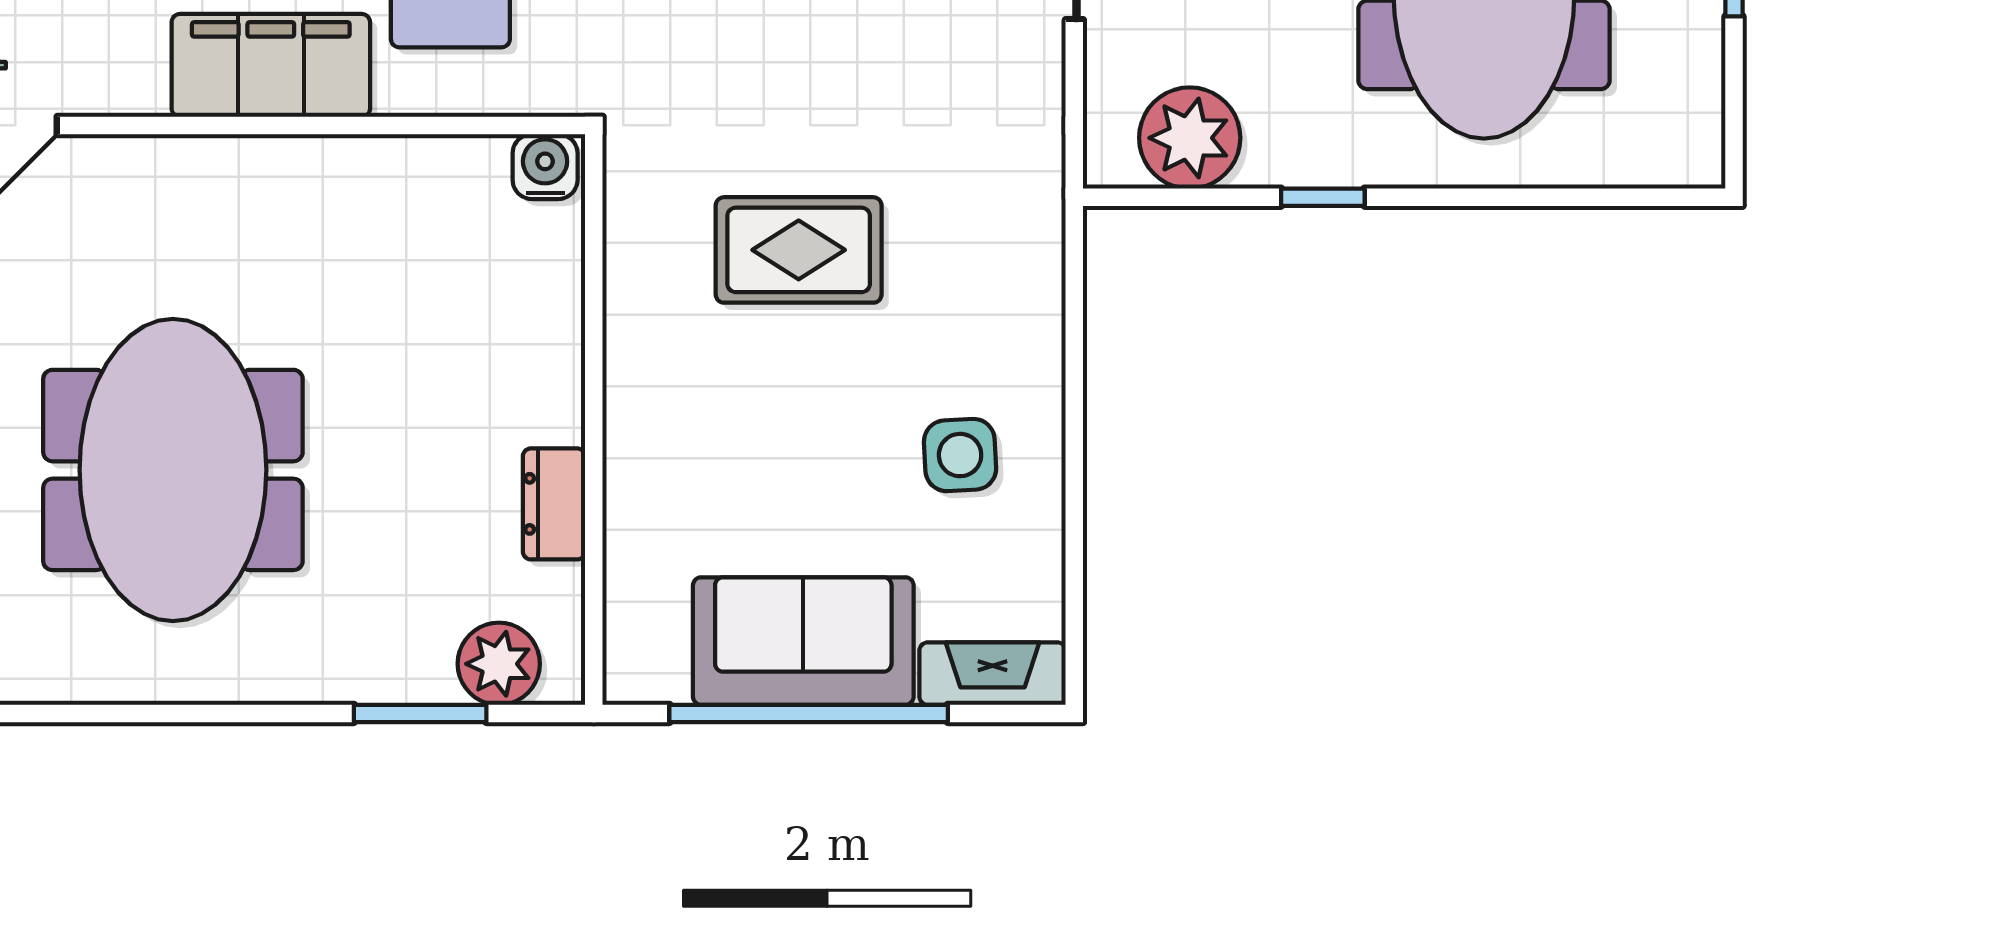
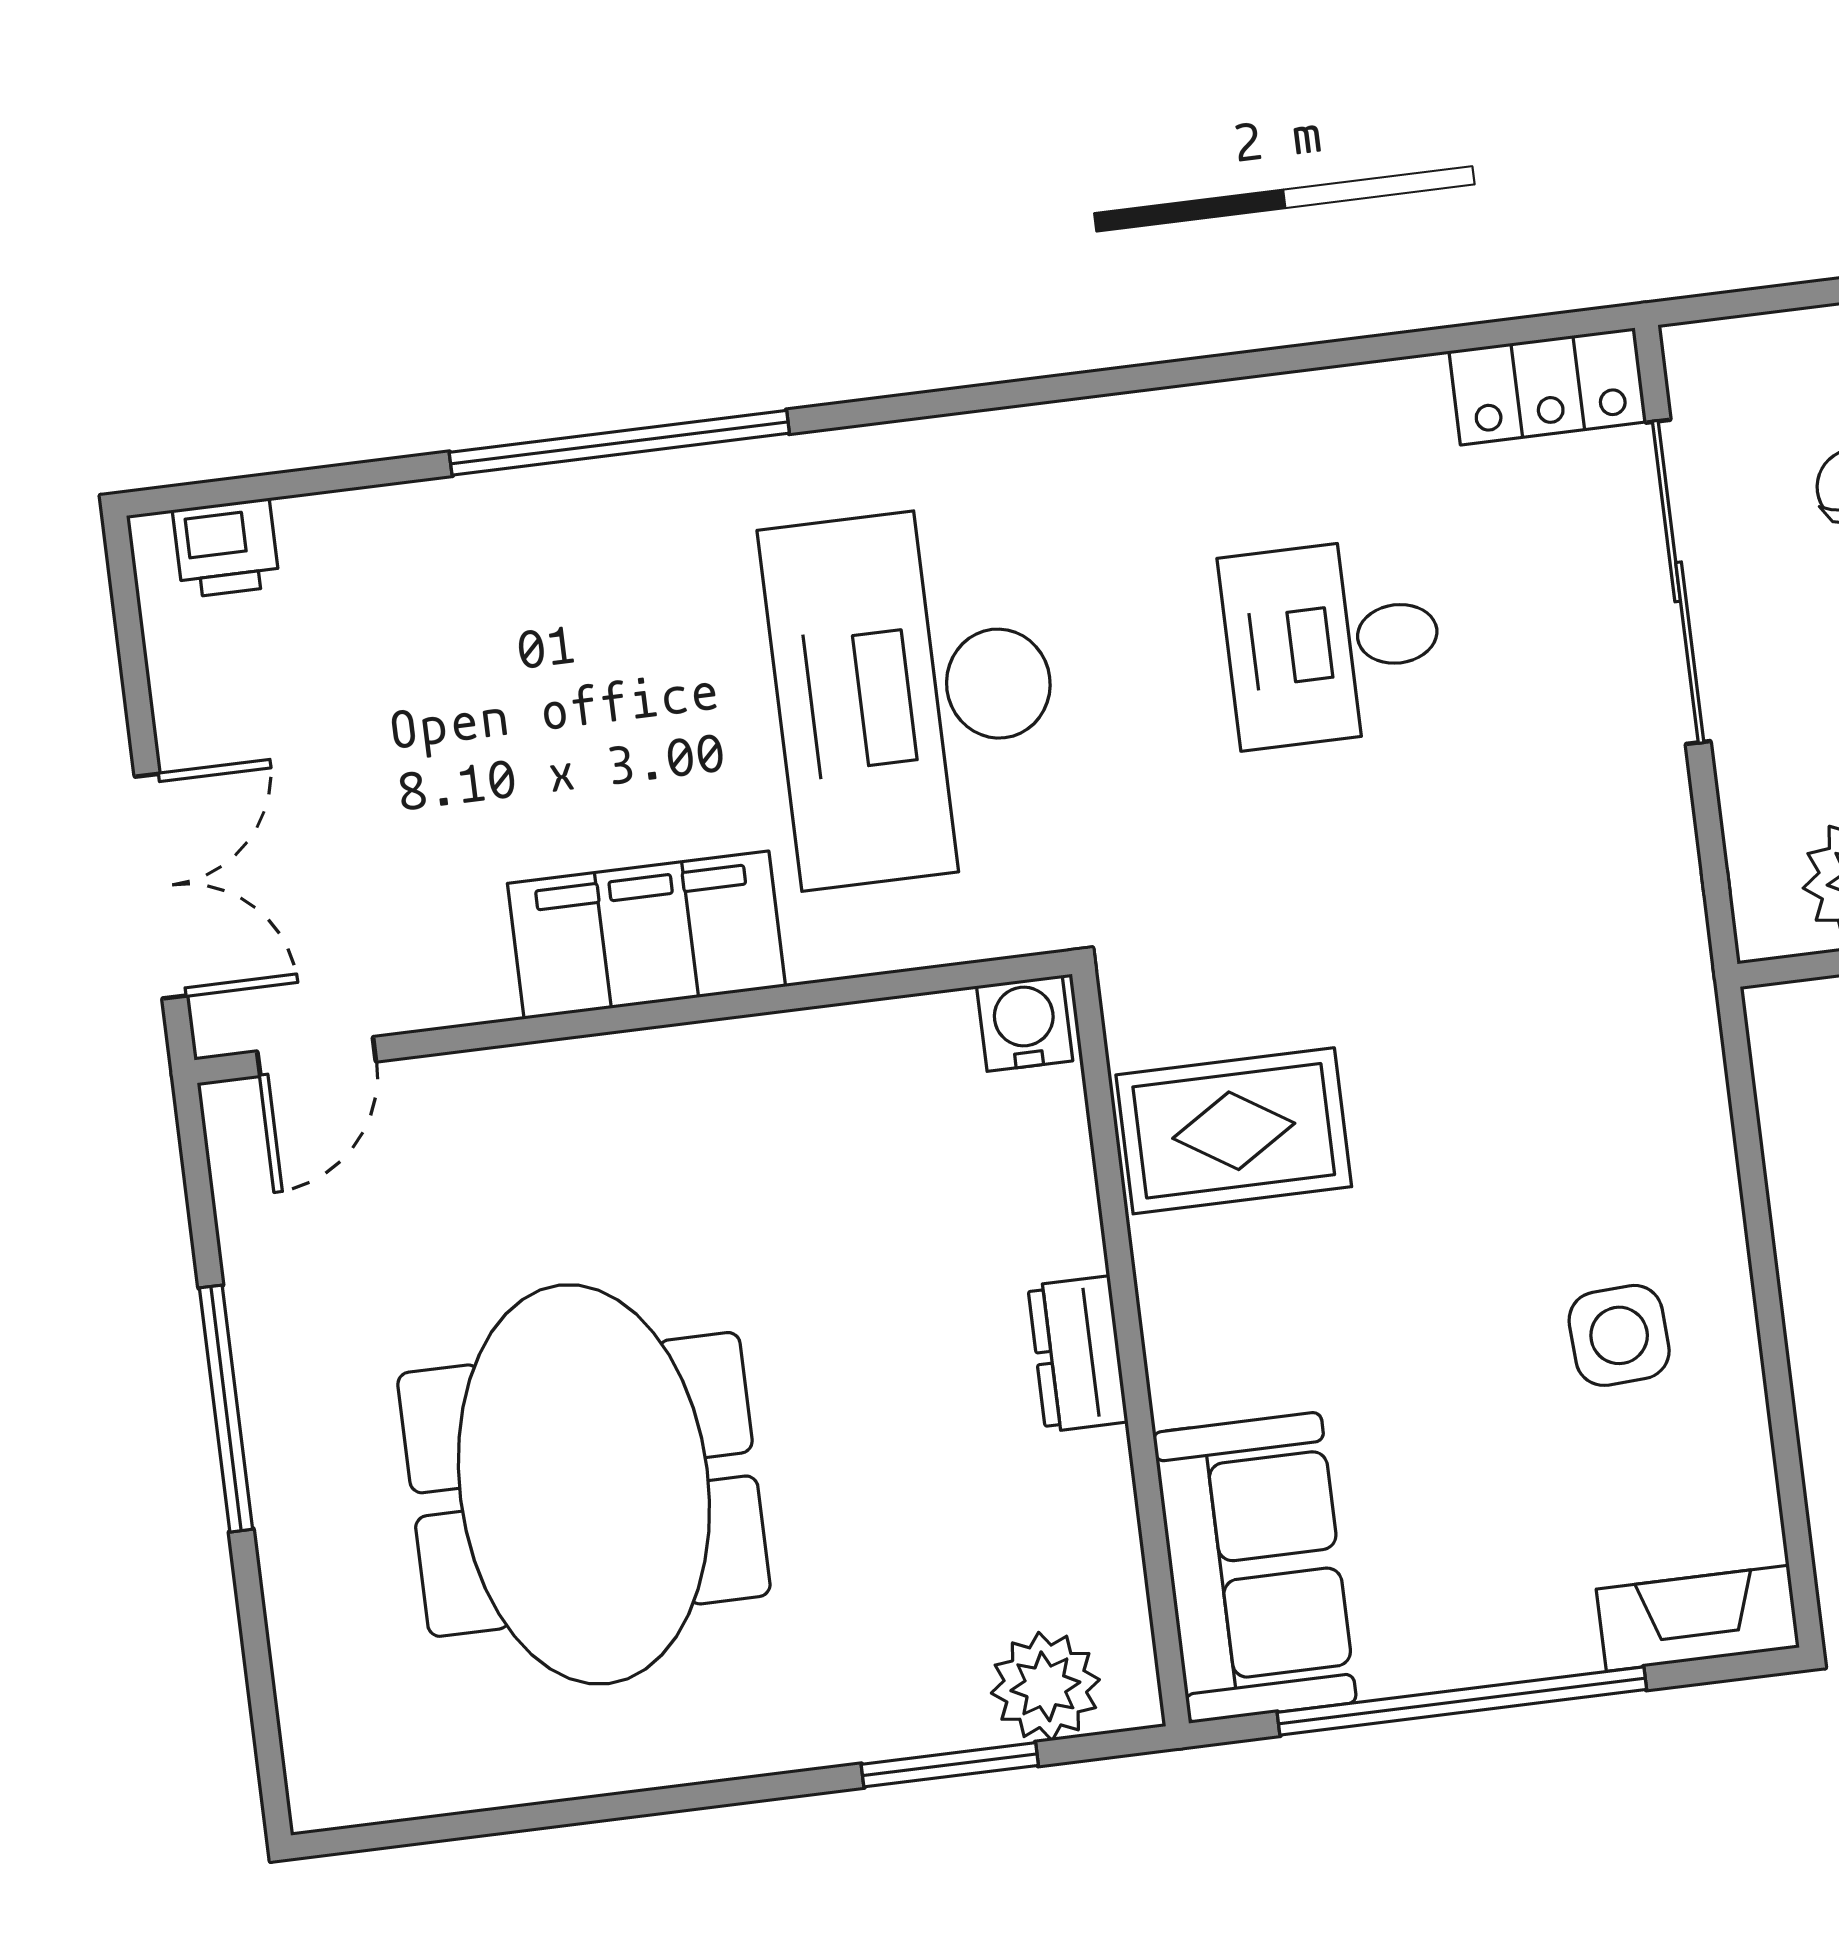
rug: (799, 250) -> (1234, 1131), moved
dresser: (554, 504) -> (1078, 1354), moved
sofa: (803, 641) -> (1255, 1568), moved, turned 90

